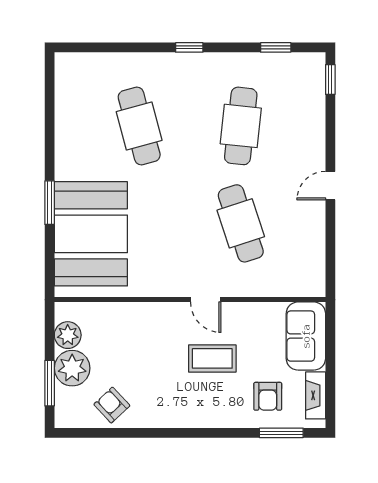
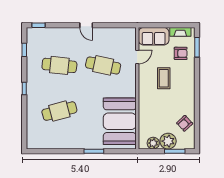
cafe table: (241, 223) -> (103, 65), turned 30
booth: (91, 234) -> (120, 121), moved, turned 90
door: (206, 300) -> (137, 57), moved

